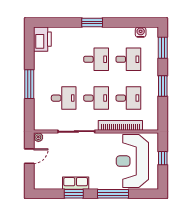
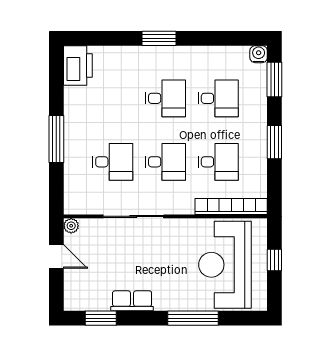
water cooler: (141, 32) -> (259, 54), moved
bookcase: (120, 125) -> (231, 206), moved
door: (29, 156) -> (56, 257), hinge flipped
window: (74, 194) -> (101, 318), moved

